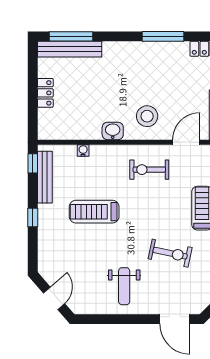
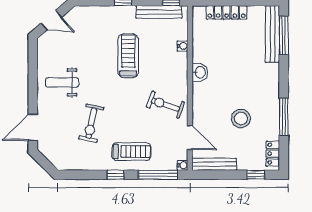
locker: (45, 93) -> (226, 12), width x1.53
stool: (147, 116) -> (241, 118), moved
exercise bike: (149, 170) -> (166, 105), turned -71

